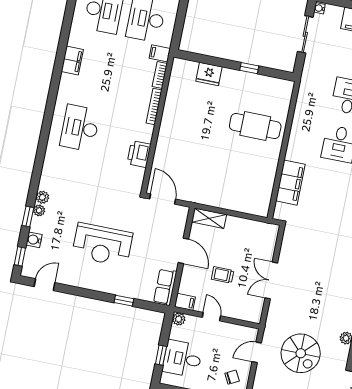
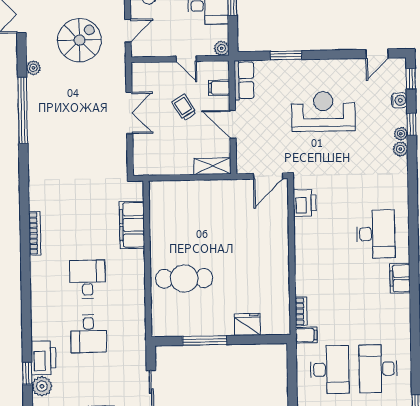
filing cabinet: (72, 60) -> (400, 278), moved
window: (249, 68) -> (205, 340), width x2.17
bookcase: (154, 106) -> (300, 275), removed
printer: (139, 154) -> (305, 203), moved
door: (163, 199) -> (268, 176), hinge flipped
trolley: (223, 275) -> (184, 107), turned -122
window: (124, 301) -> (286, 55), width x1.50
filing cabinet: (185, 302) -> (219, 88), moved
spiral stairs: (301, 353) -> (80, 40), turned 90

